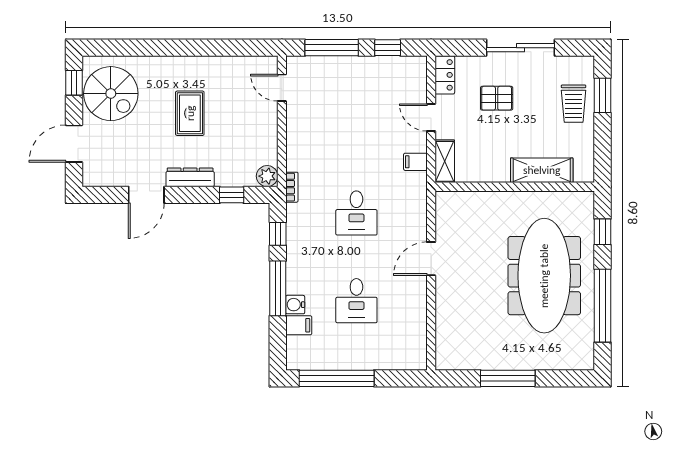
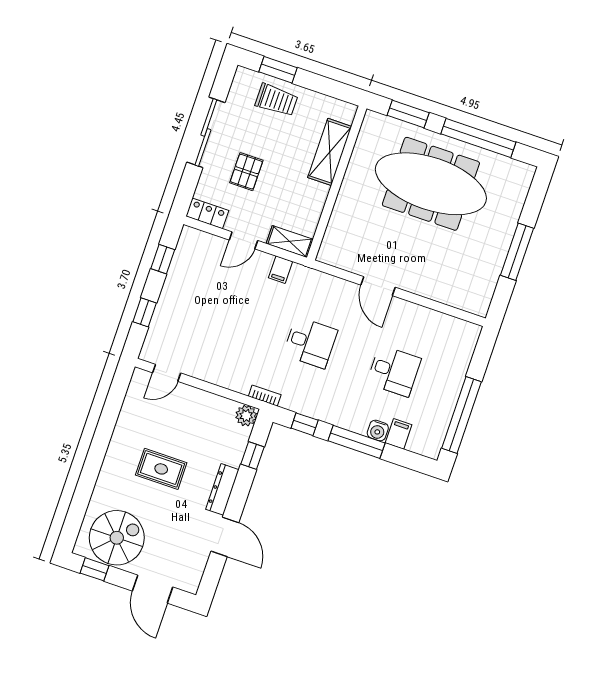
window: (332, 48) -> (145, 312), width x0.46
window: (602, 232) -> (408, 114), width x1.50

